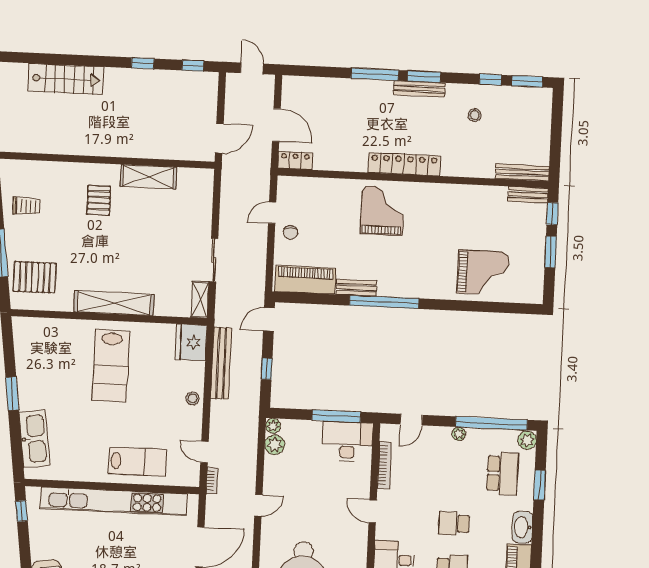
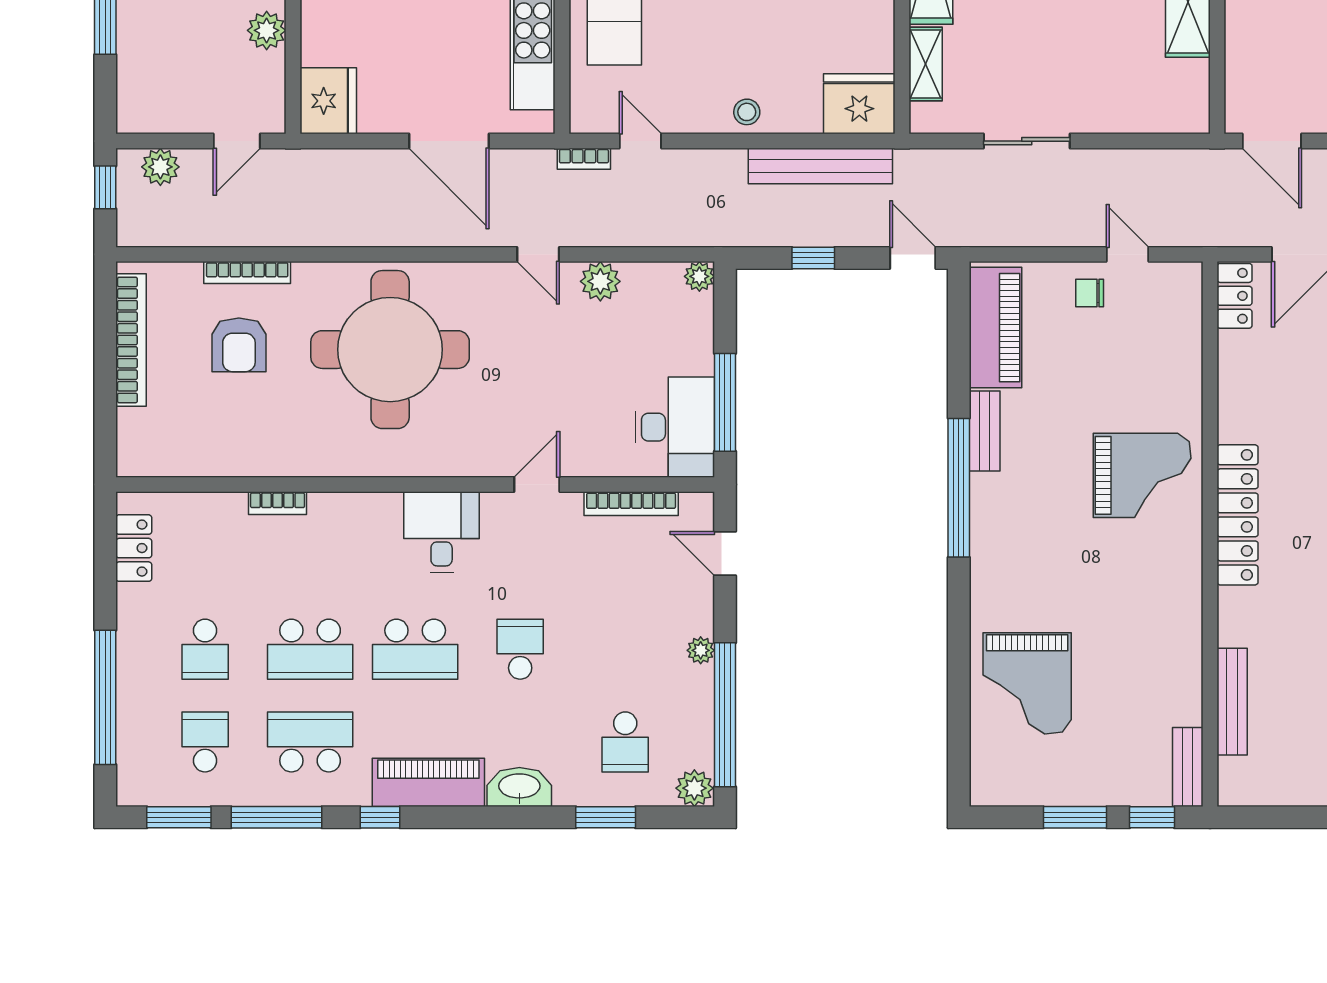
bench: (522, 172) -> (1232, 702), moved
shelving: (200, 300) -> (926, 64), moved, turned 90
plant: (275, 445) -> (600, 281), moved
door: (204, 452) -> (640, 141), hinge flipped
school desk: (503, 474) -> (625, 742), width x0.54

